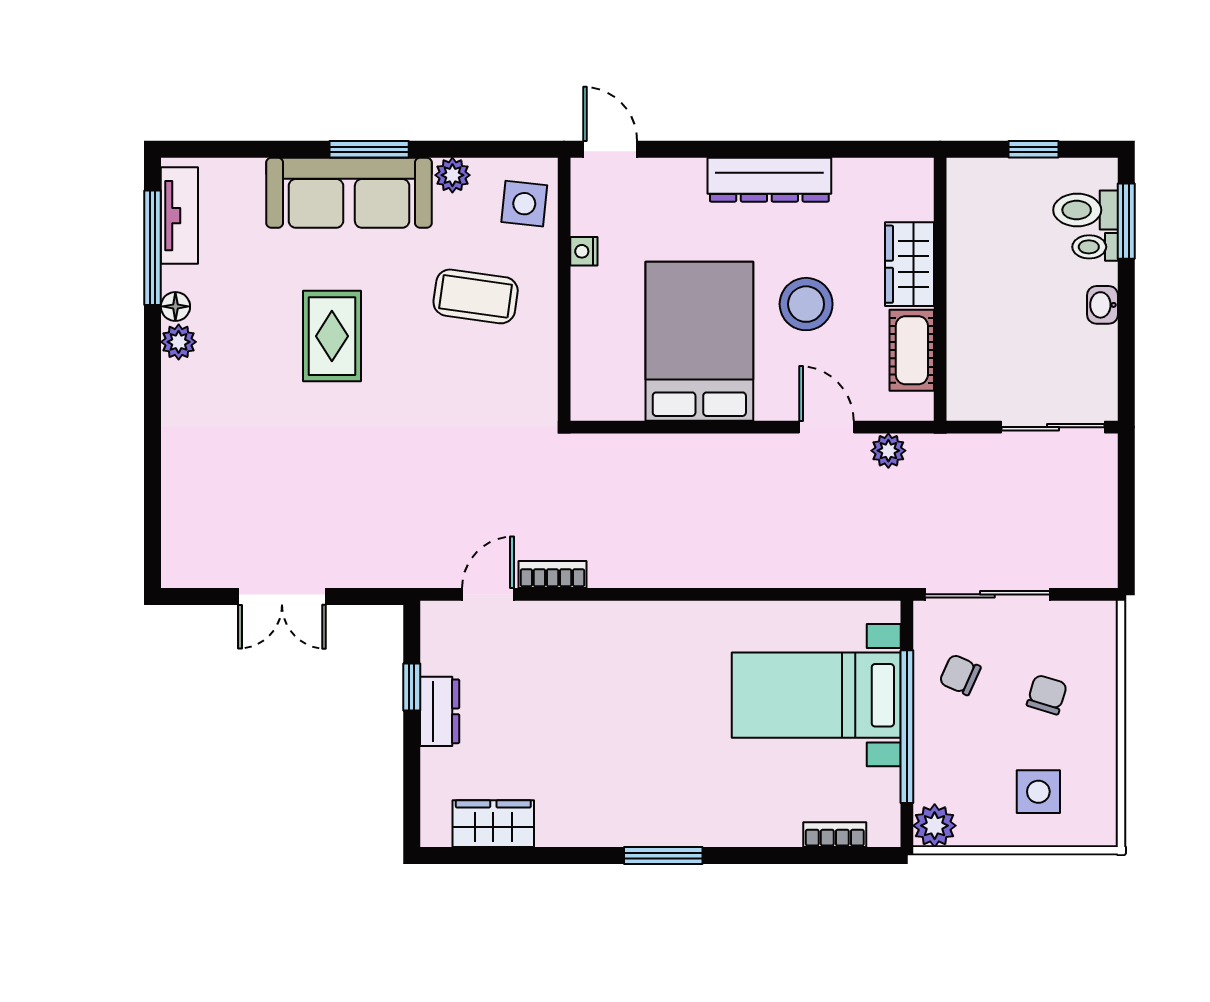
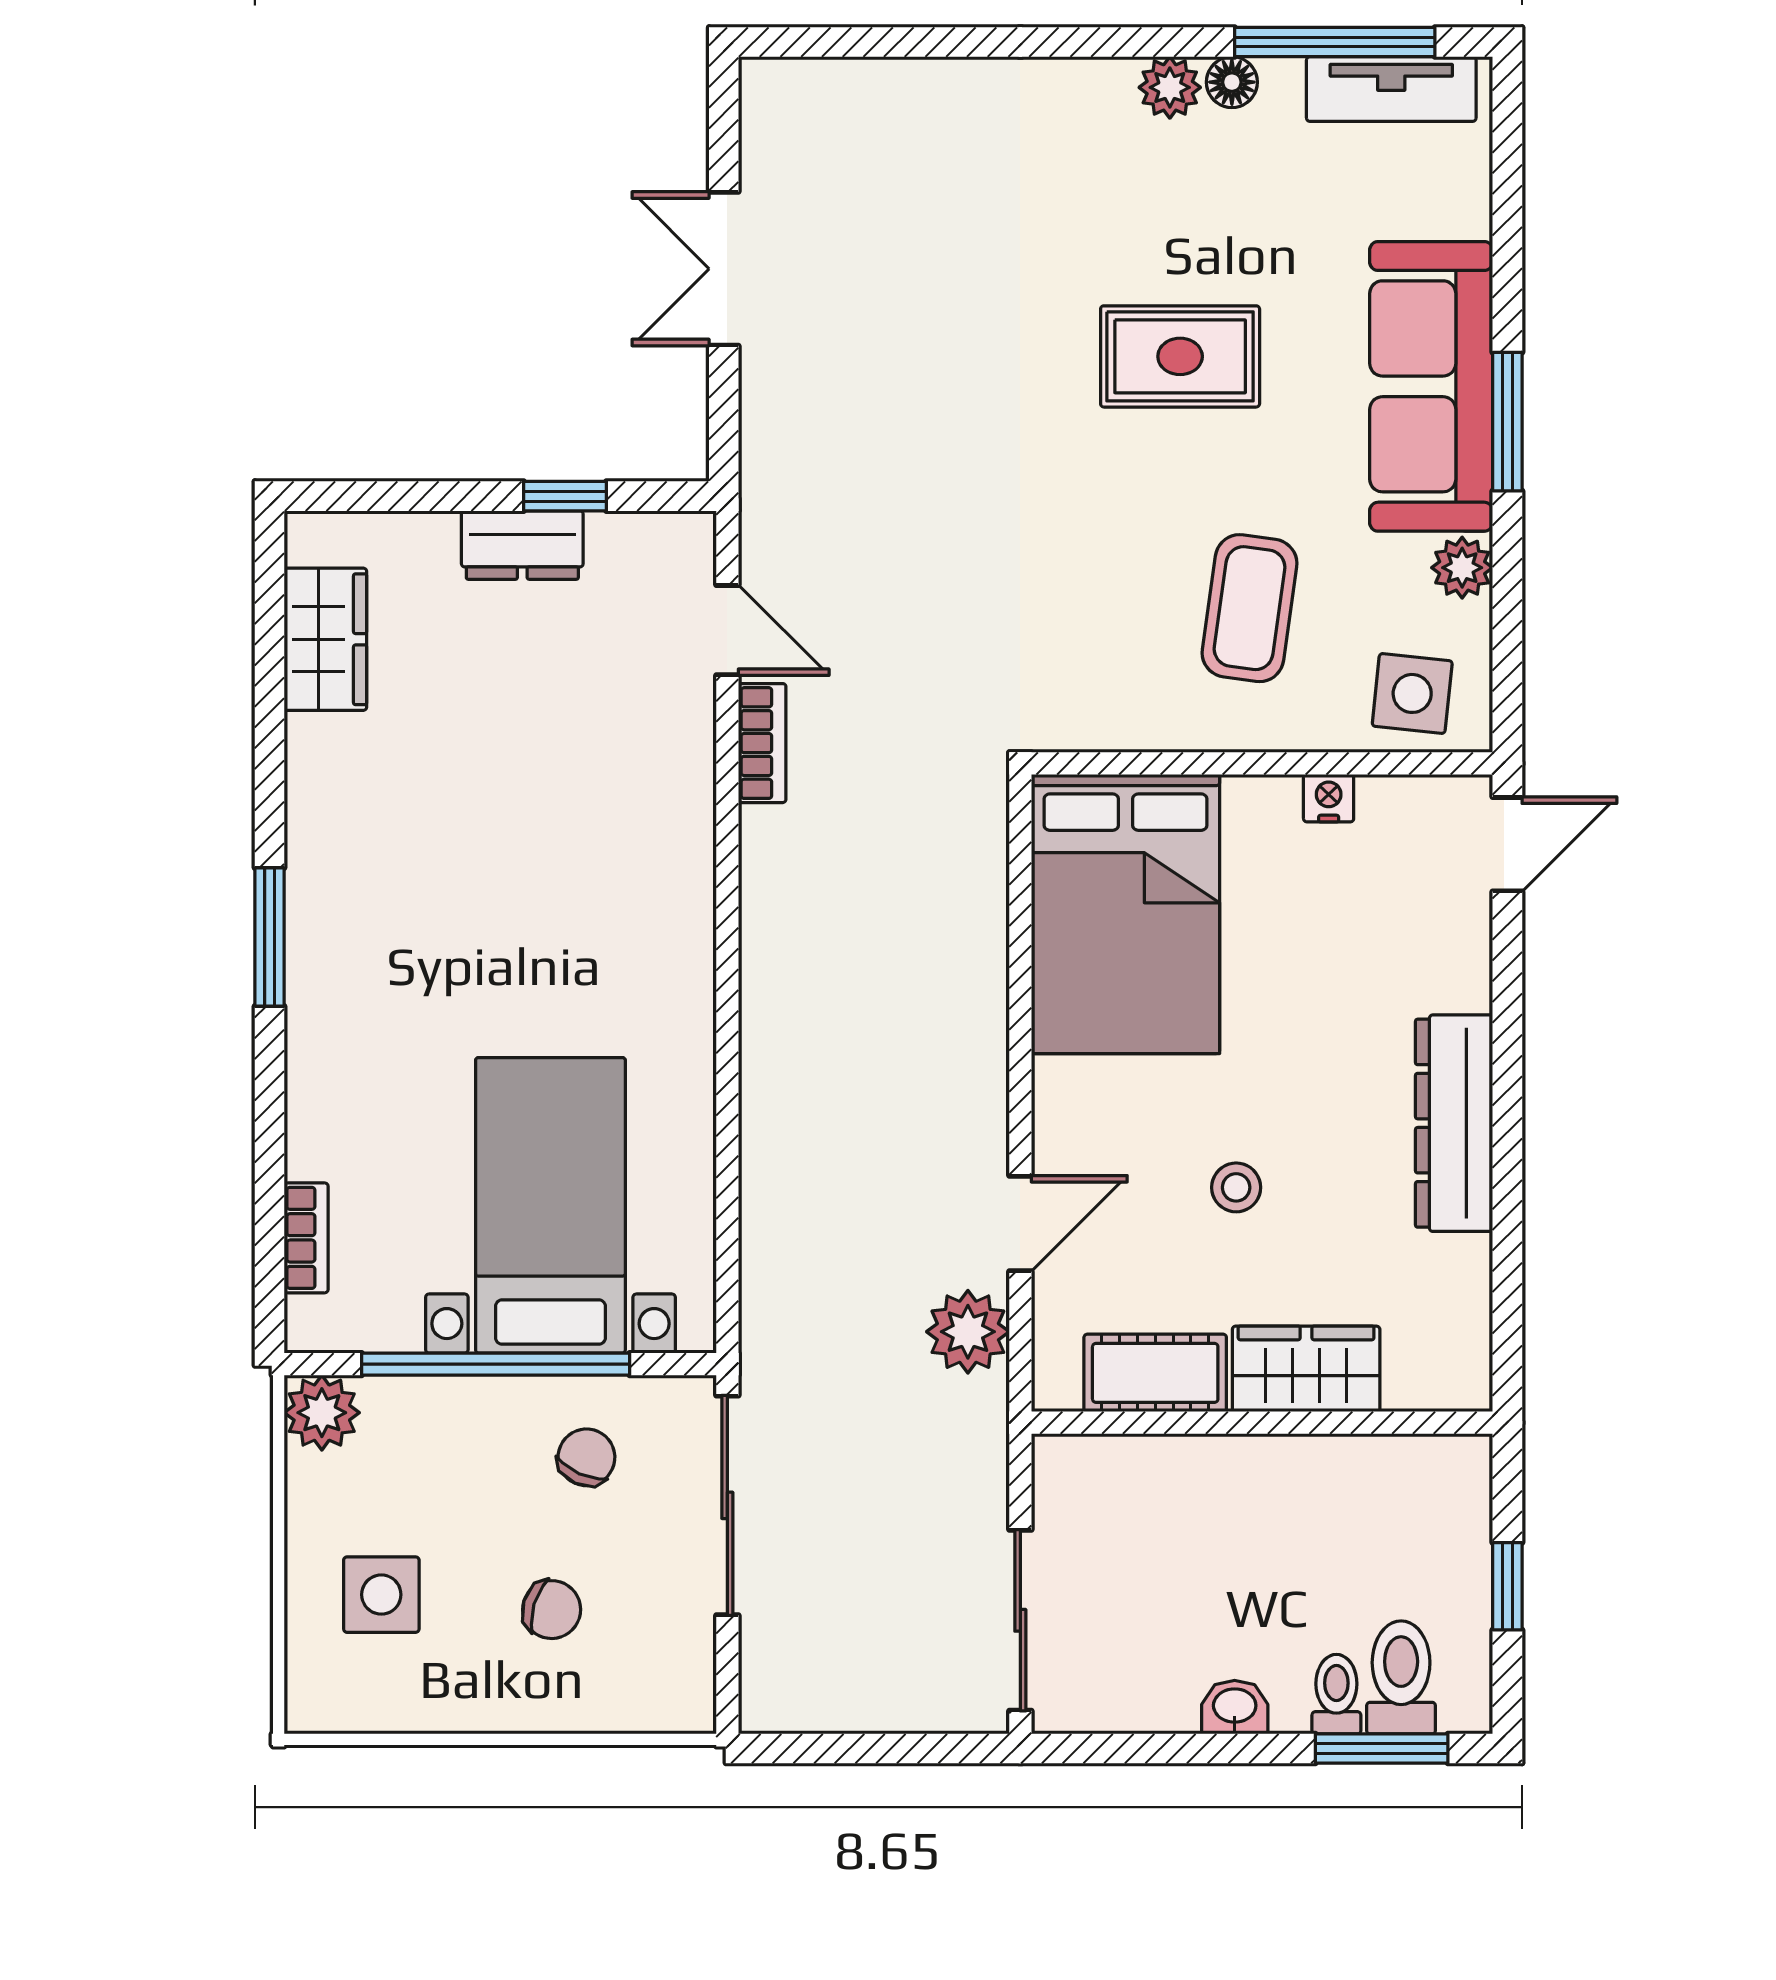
stool: (806, 304) -> (1236, 1187), width x0.53, depth x0.53
bed: (699, 341) -> (1125, 914), moved, turned 90
plant: (888, 451) -> (968, 1332), width x1.38, depth x1.38

